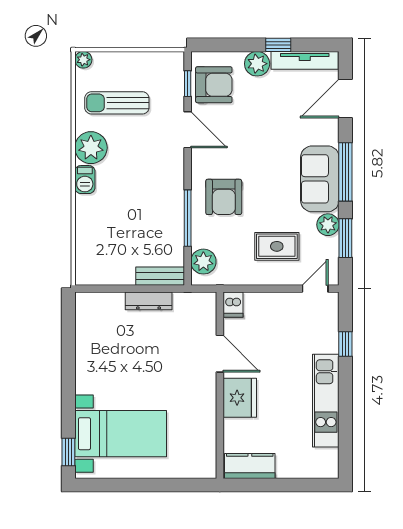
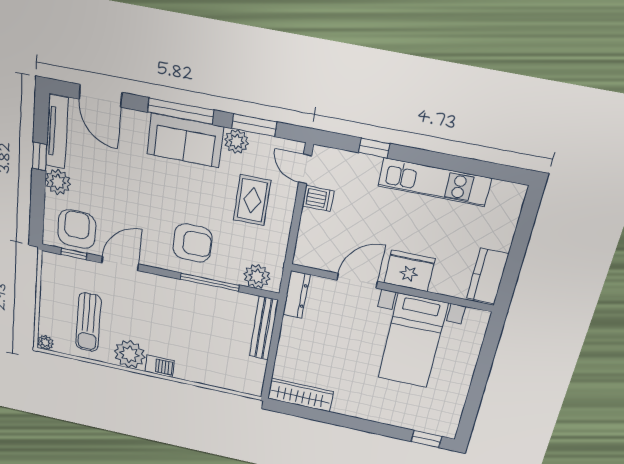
bench: (160, 276) -> (264, 328), width x1.36
dresser: (149, 301) -> (296, 295), moved
dishwasher: (233, 305) -> (318, 199), moved
wardrobe: (87, 323) -> (300, 395), added
bed with nightstands: (121, 434) -> (413, 341), moved, turned 180

